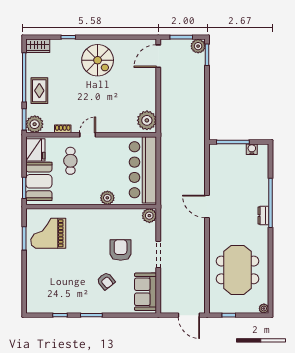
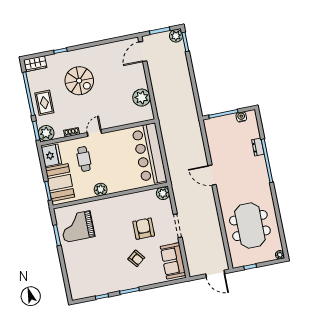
spiral stairs: (98, 60) -> (79, 81), moved
plant: (147, 120) -> (142, 98), moved
plant: (107, 198) -> (101, 189), moved
dresser: (263, 216) -> (258, 147), moved

